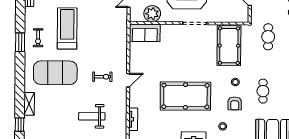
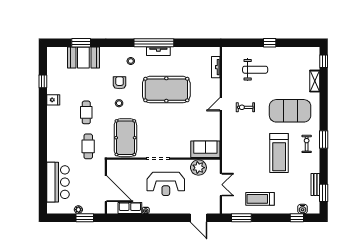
cafe table: (263, 91) -> (86, 112), moved

